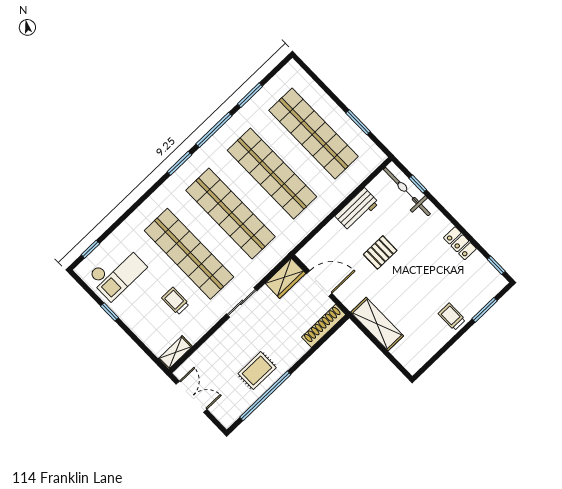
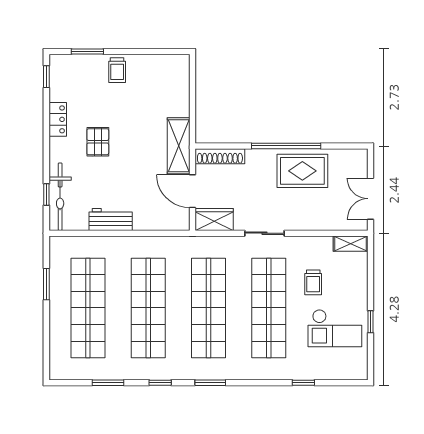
window: (214, 130) -> (160, 383), width x0.46
window: (90, 249) -> (303, 383), moved
pallet: (380, 252) -> (98, 142), moved, turned 90
checkout: (117, 272) -> (335, 328), moved, turned 180
shelving: (377, 324) -> (179, 146), moved
rug: (257, 371) -> (302, 171), width x1.36, depth x1.43
window: (265, 396) -> (286, 146), moved

